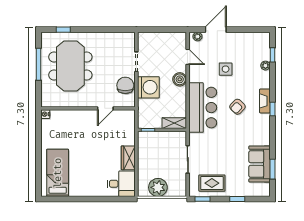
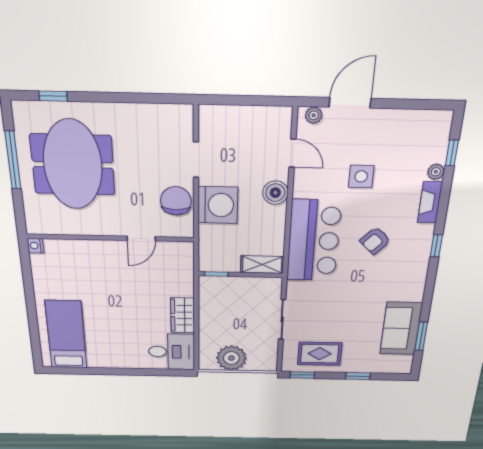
fireplace: (265, 101) -> (430, 202), moved

